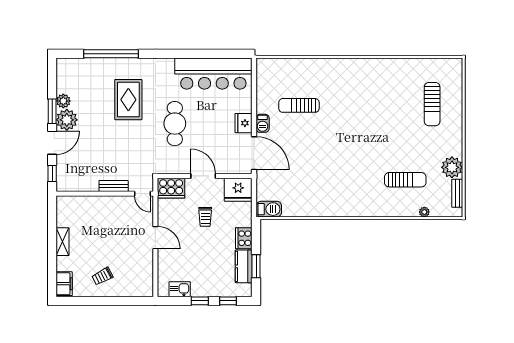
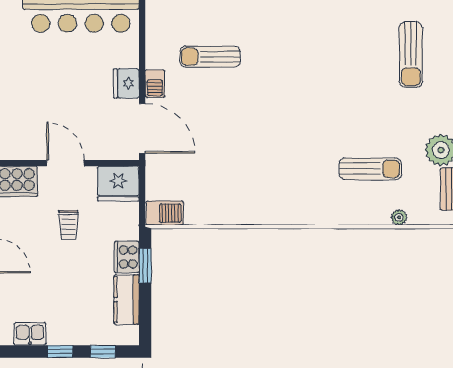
cafe table: (175, 124) -> (23, 84), removed
window: (256, 266) -> (145, 266), moved

